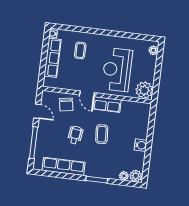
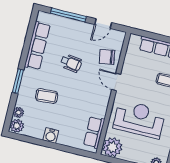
door: (87, 94) -> (116, 82), hinge flipped
row of seats: (107, 104) -> (94, 132), moved
coffee table: (102, 134) -> (47, 96), moved

